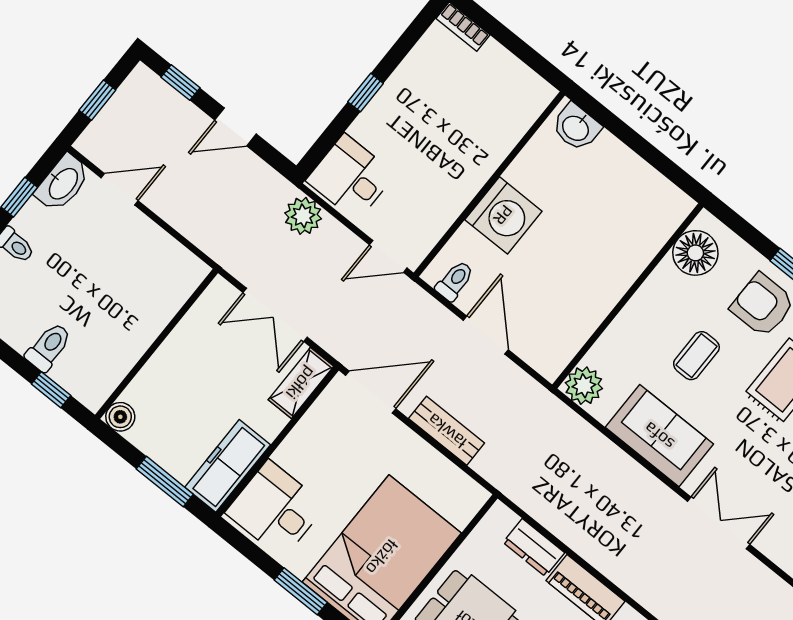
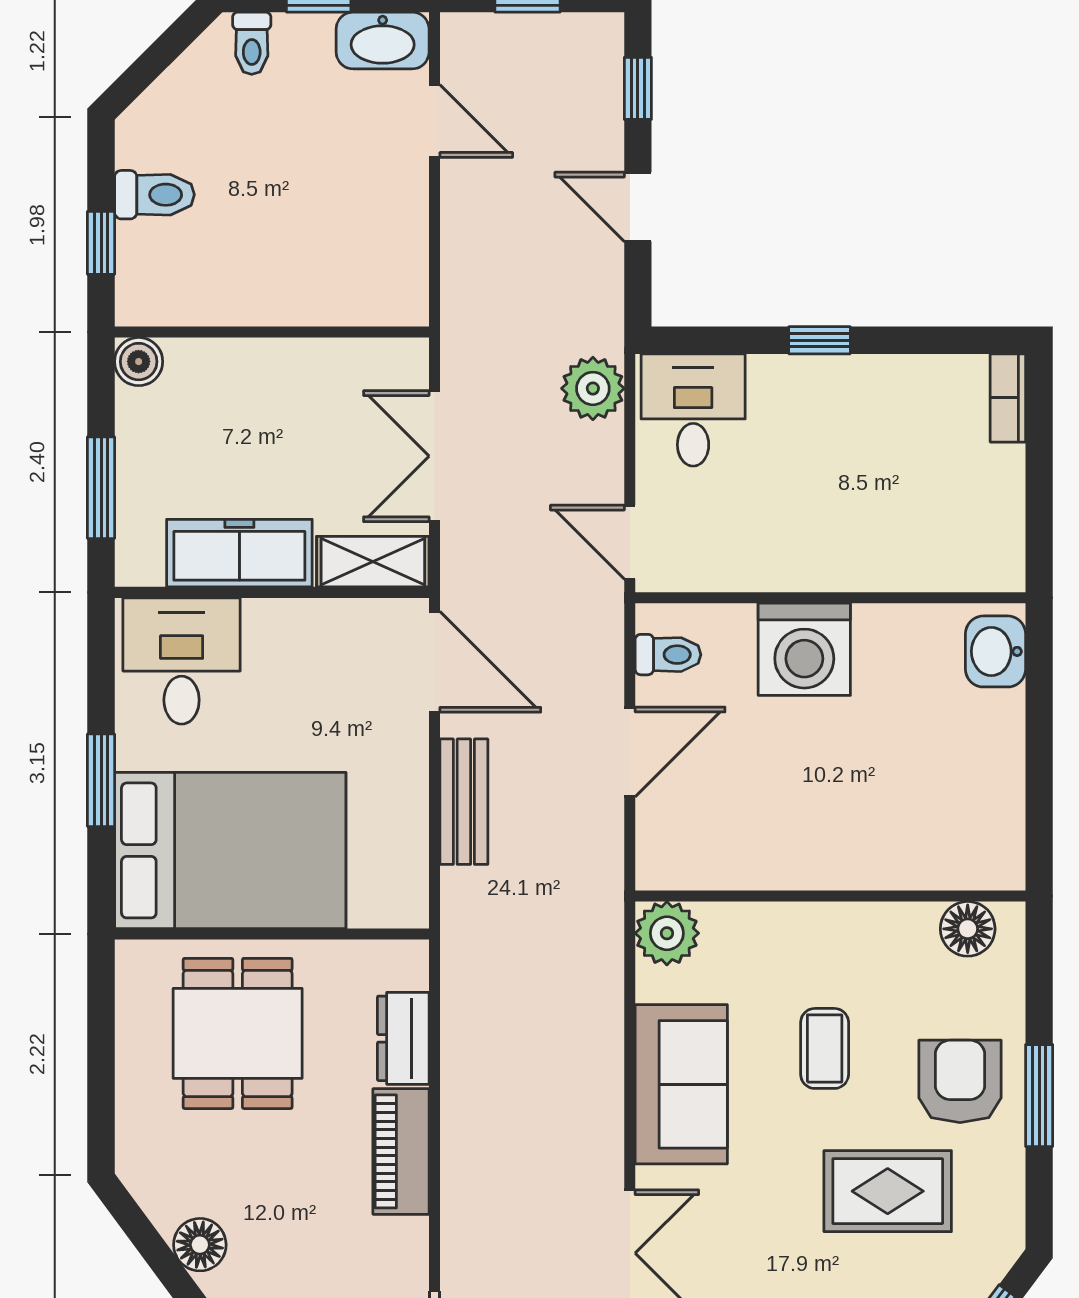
floor lamp: (695, 253) -> (968, 929), width x0.73, depth x0.73
coffee table: (696, 356) -> (825, 1048), turned 90
freezer: (228, 466) -> (239, 553), moved

